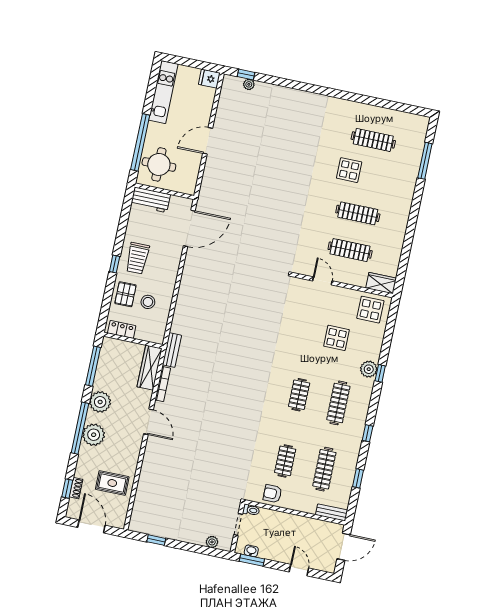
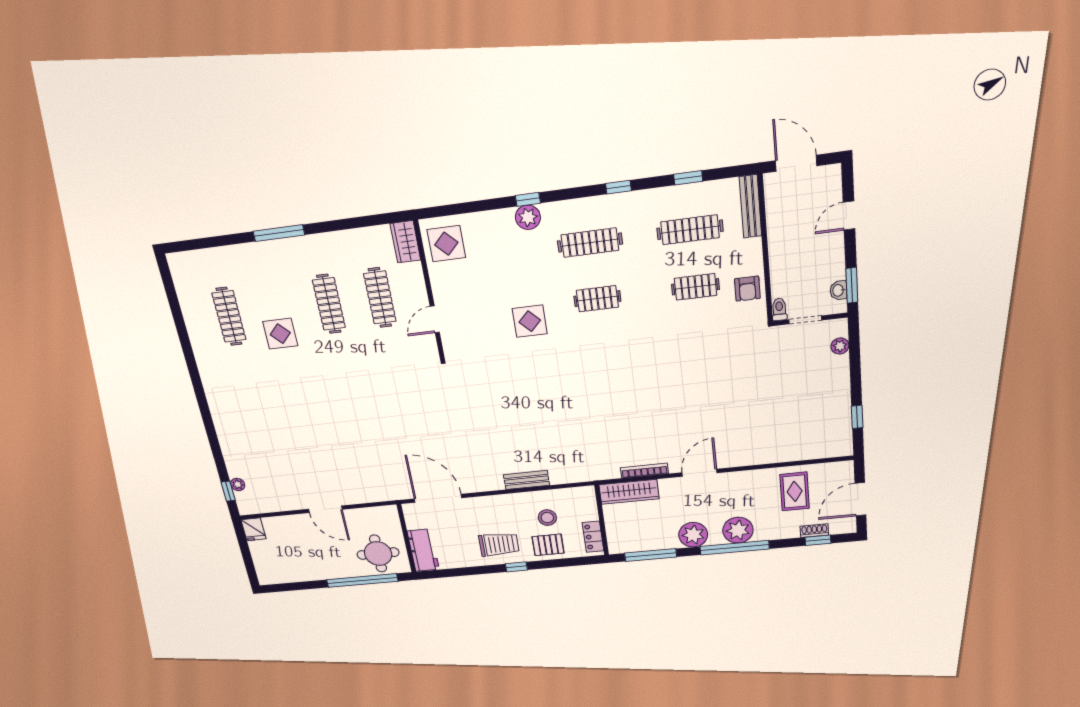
kitchen unit: (163, 92) -> (294, 573), removed
window: (425, 161) -> (279, 233), moved
display table: (336, 338) -> (530, 321), moved
bench: (172, 350) -> (526, 480), moved
bench: (332, 512) -> (750, 206), width x1.36

